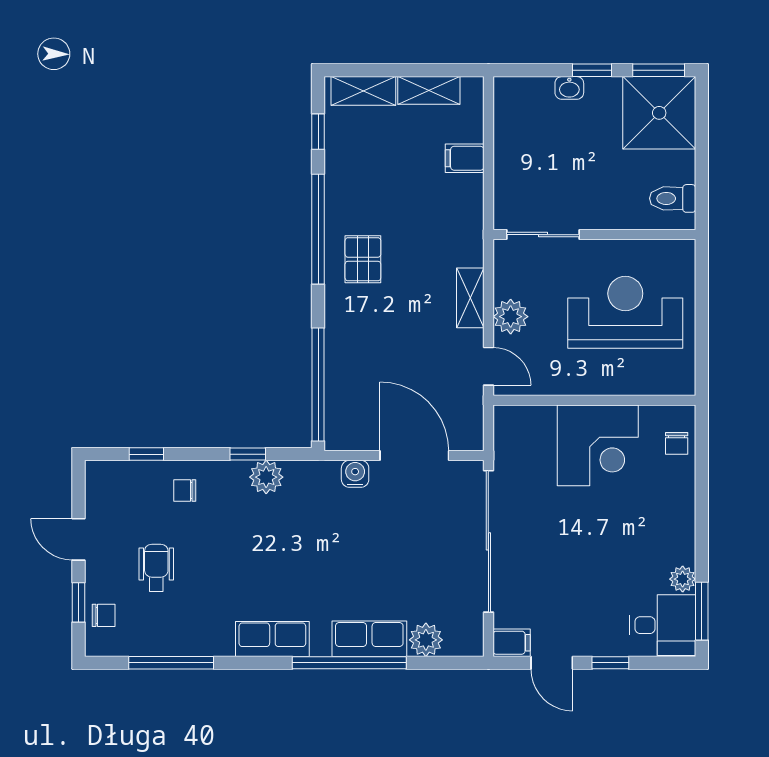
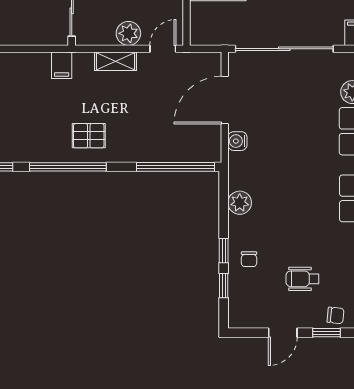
filing cabinet: (465, 158) -> (62, 65), moved
window: (248, 454) -> (224, 251), moved
chair: (104, 615) -> (336, 315), turned 96

